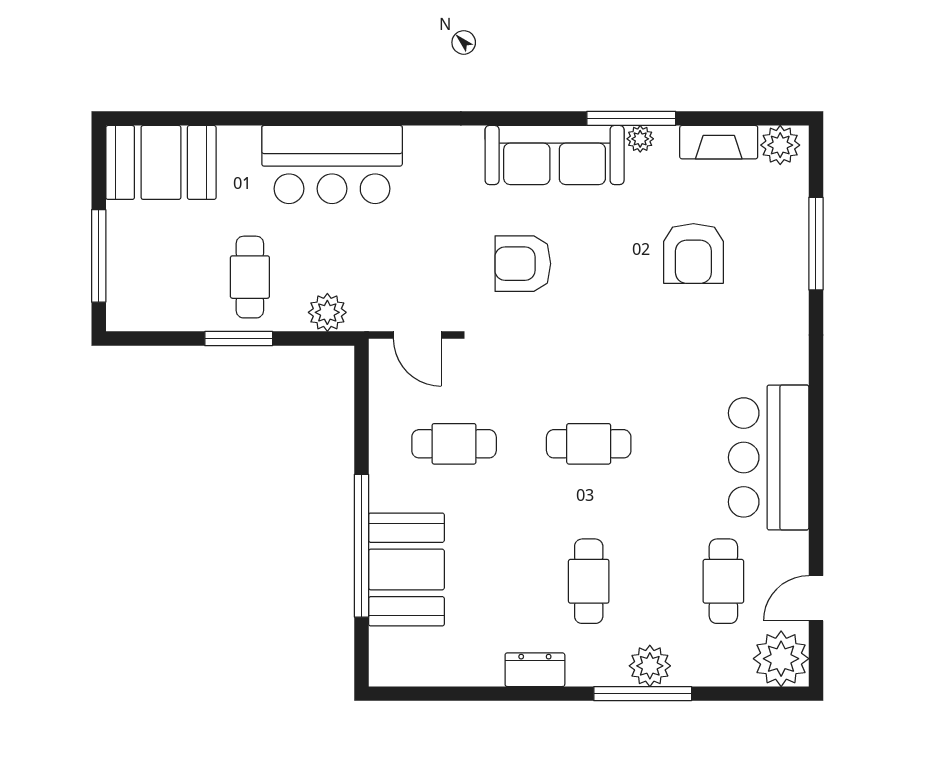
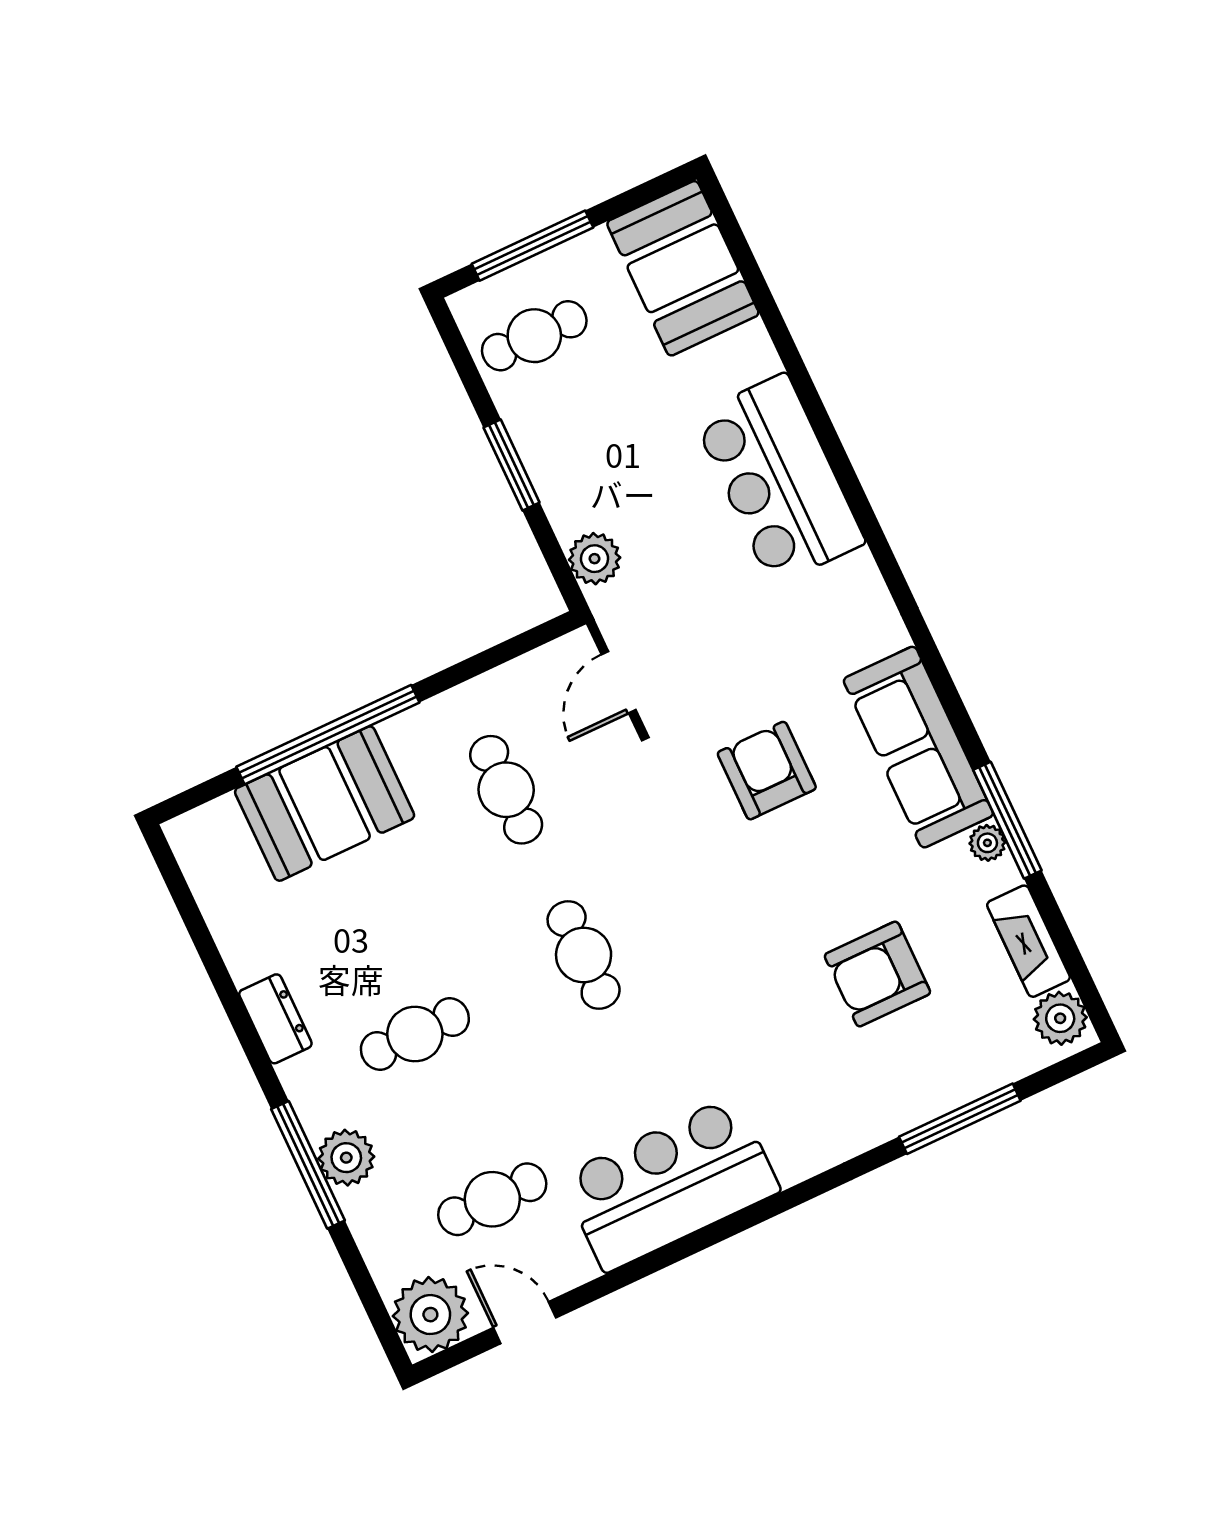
cafe table: (250, 277) -> (534, 336), moved

